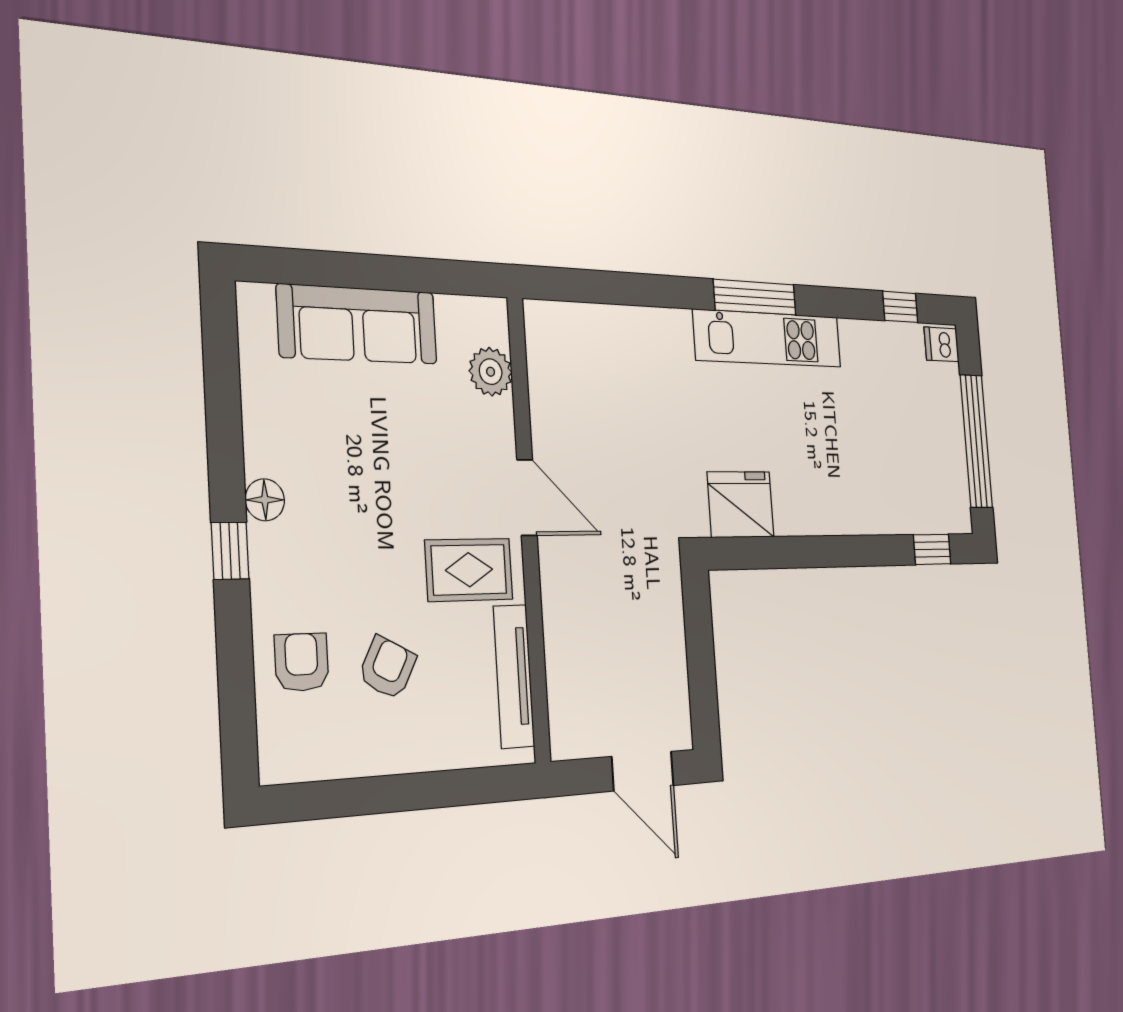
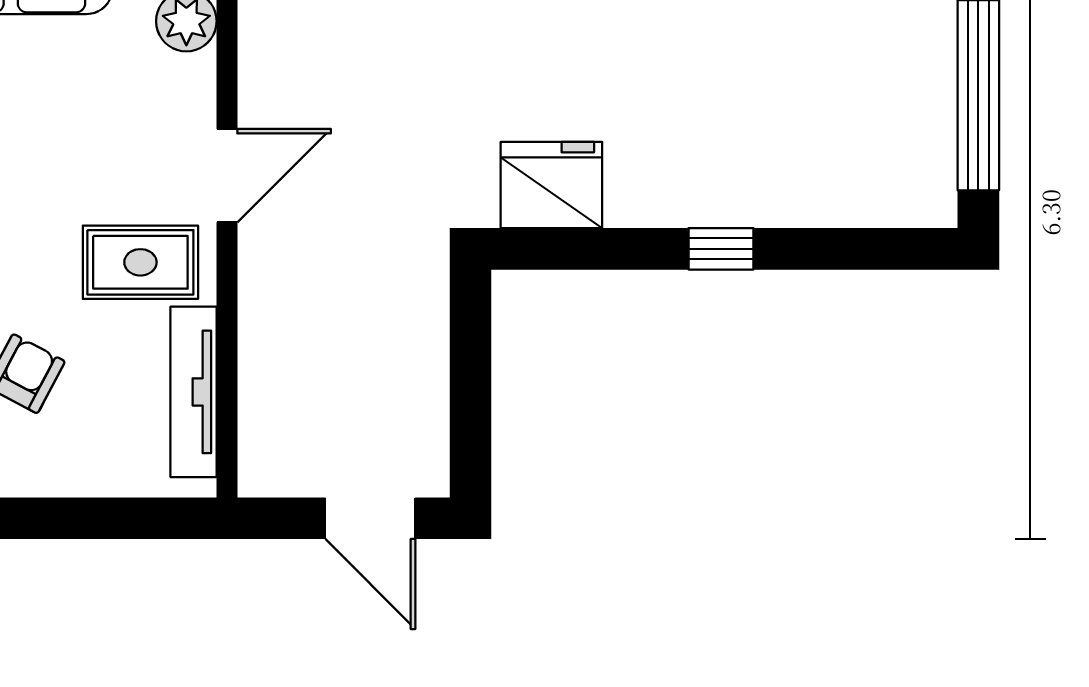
door: (527, 498) -> (227, 176), hinge flipped
window: (932, 549) -> (721, 249), moved

